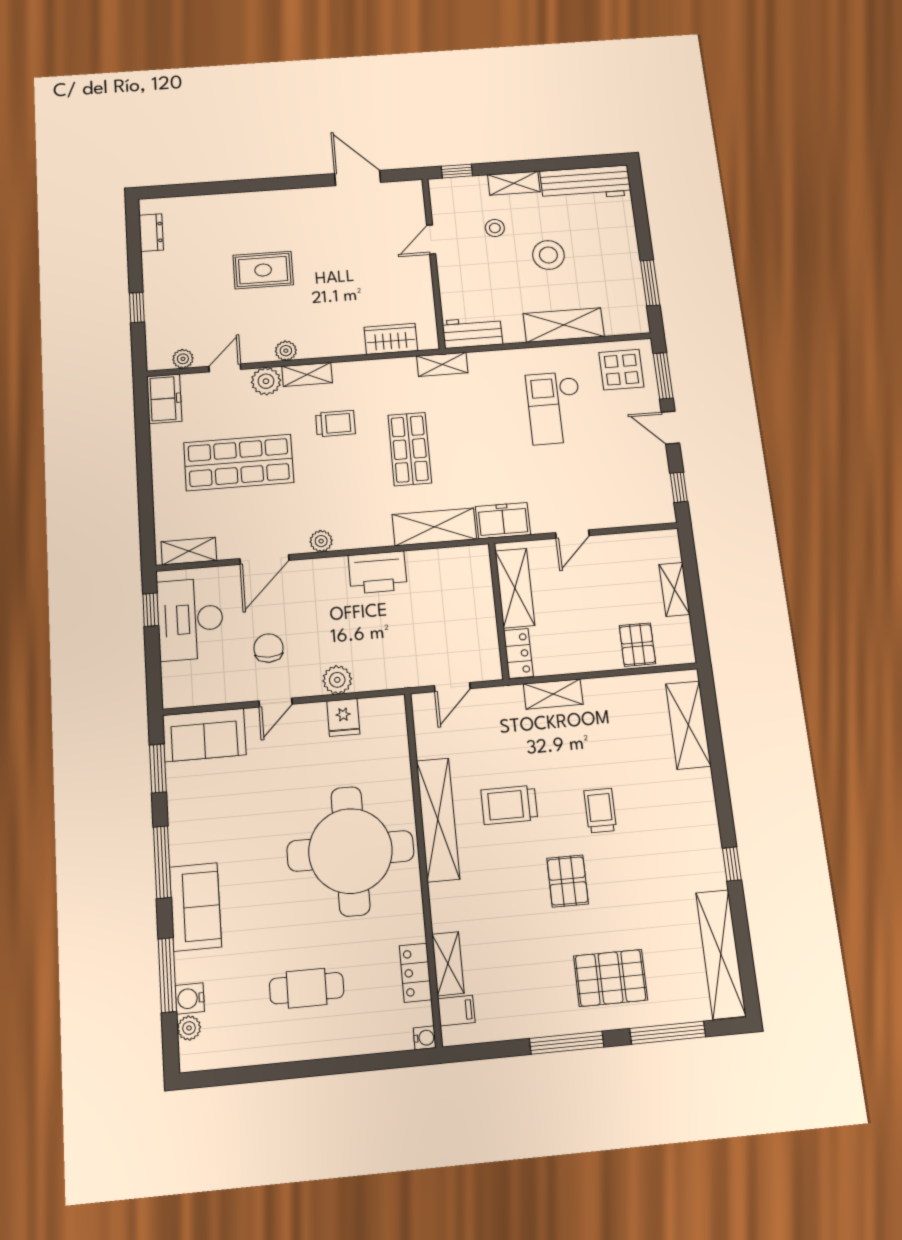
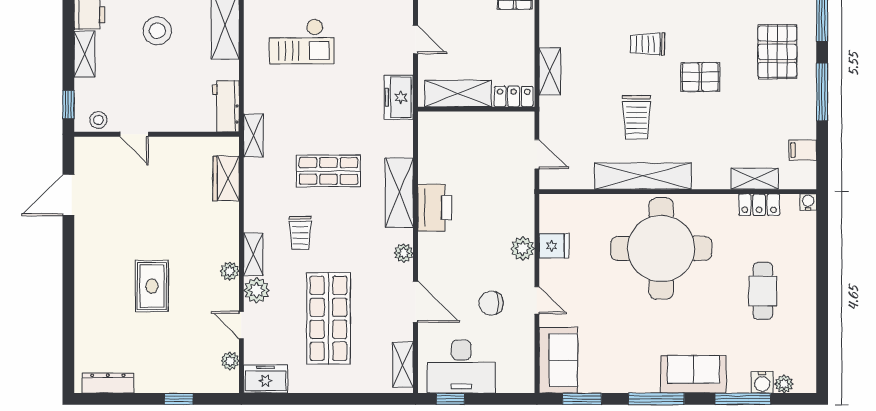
stool: (495, 228) -> (98, 120), moved
dresser: (151, 233) -> (108, 383), width x1.44
trolley: (335, 424) -> (300, 233), turned 180
shelving: (434, 527) -> (399, 193), moved
filing cabinet: (456, 1011) -> (803, 150), moved, turned -90

